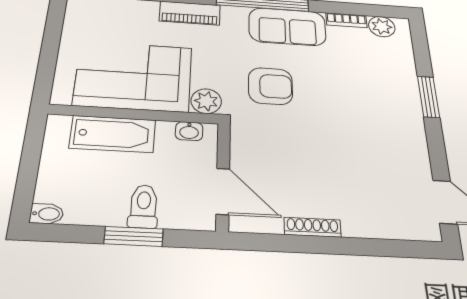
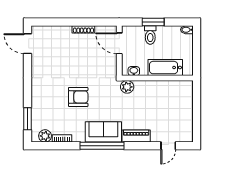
sofa: (287, 27) -> (103, 132), moved
corner sofa: (134, 76) -> (159, 98), removed
armchair: (270, 86) -> (78, 97), moved, turned 180
window: (428, 97) -> (28, 119), moved

